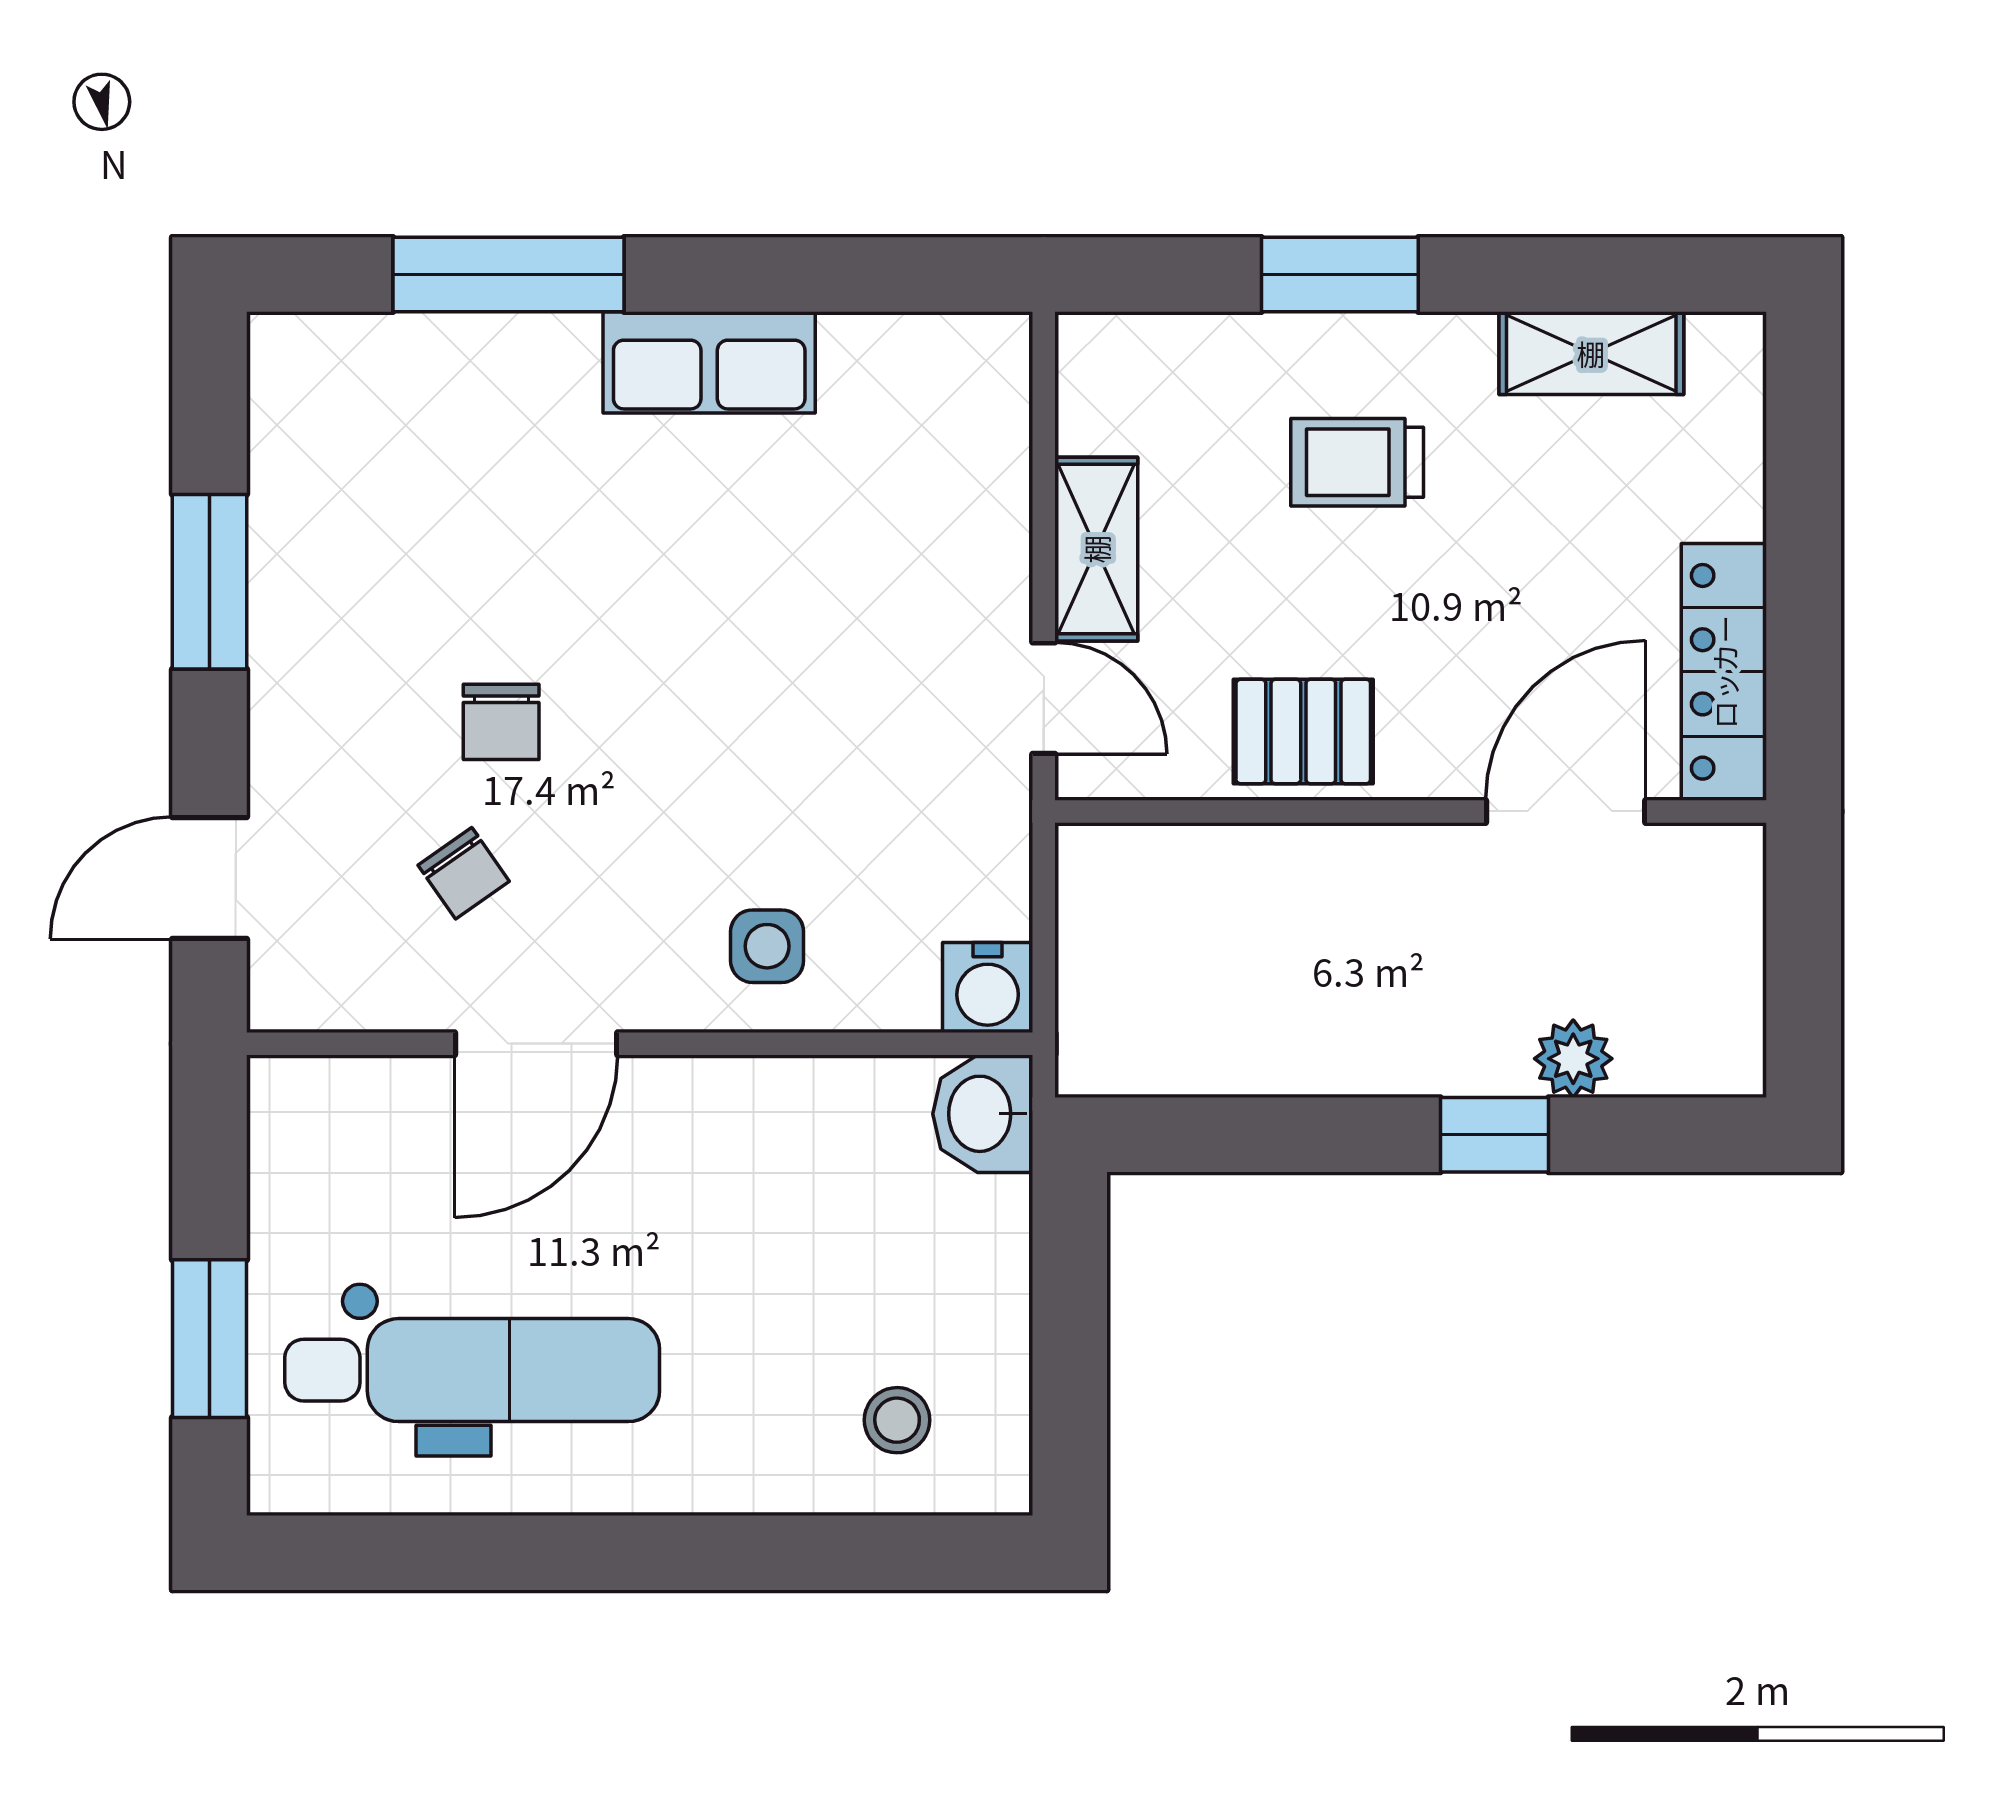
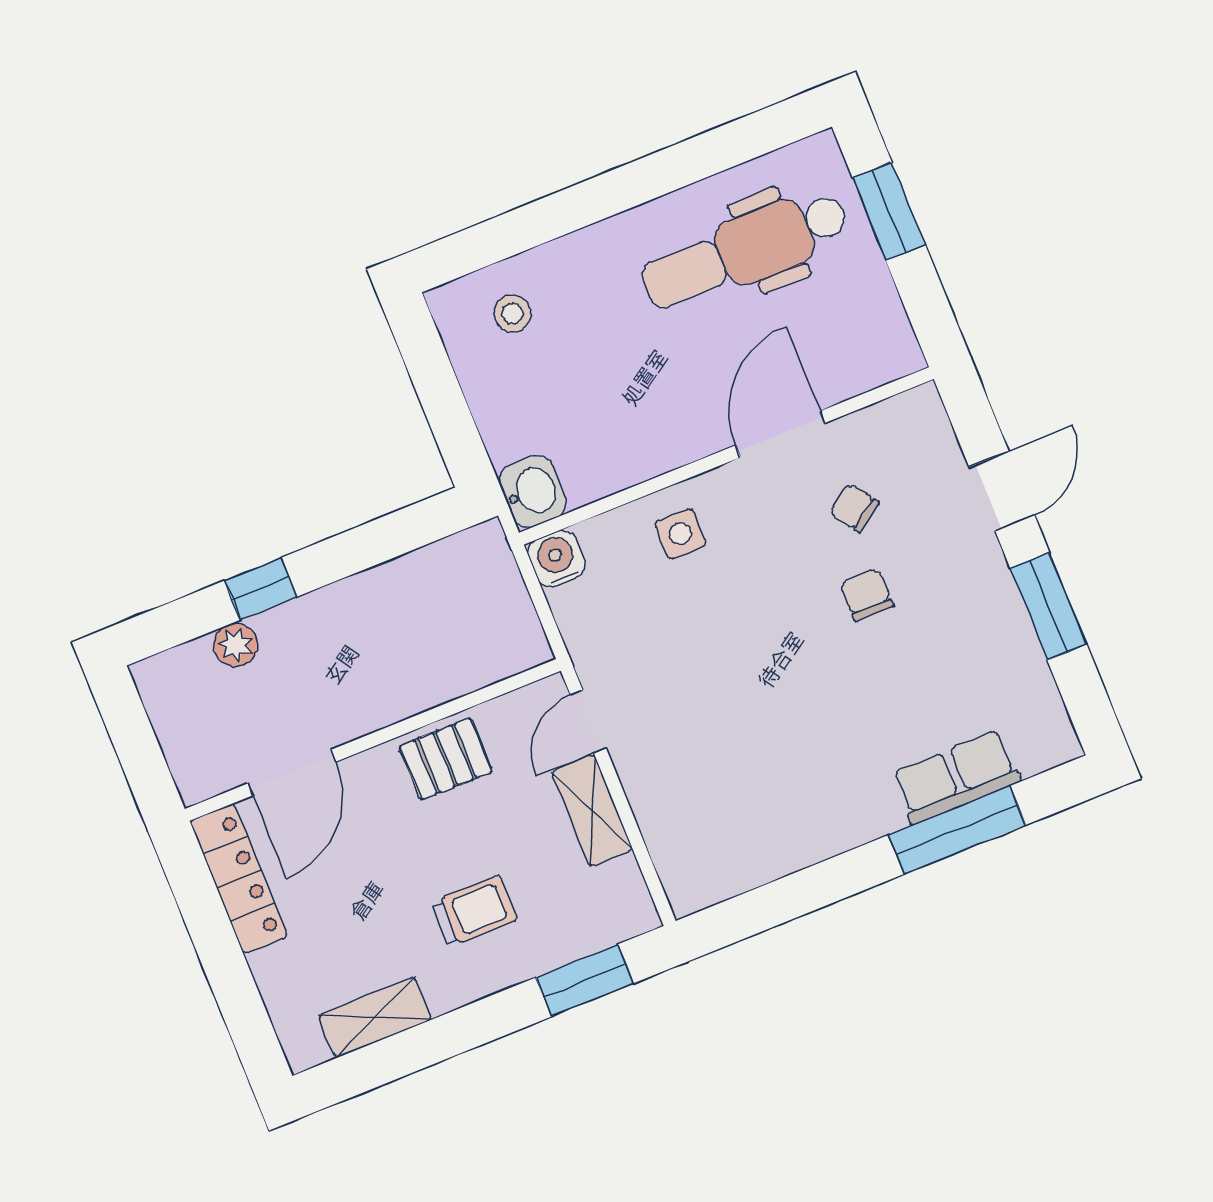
window: (1340, 274) -> (585, 980), moved
row of seats: (709, 362) -> (956, 777), moved
door: (1044, 698) -> (588, 722), hinge flipped
door: (210, 878) -> (1002, 491), moved

